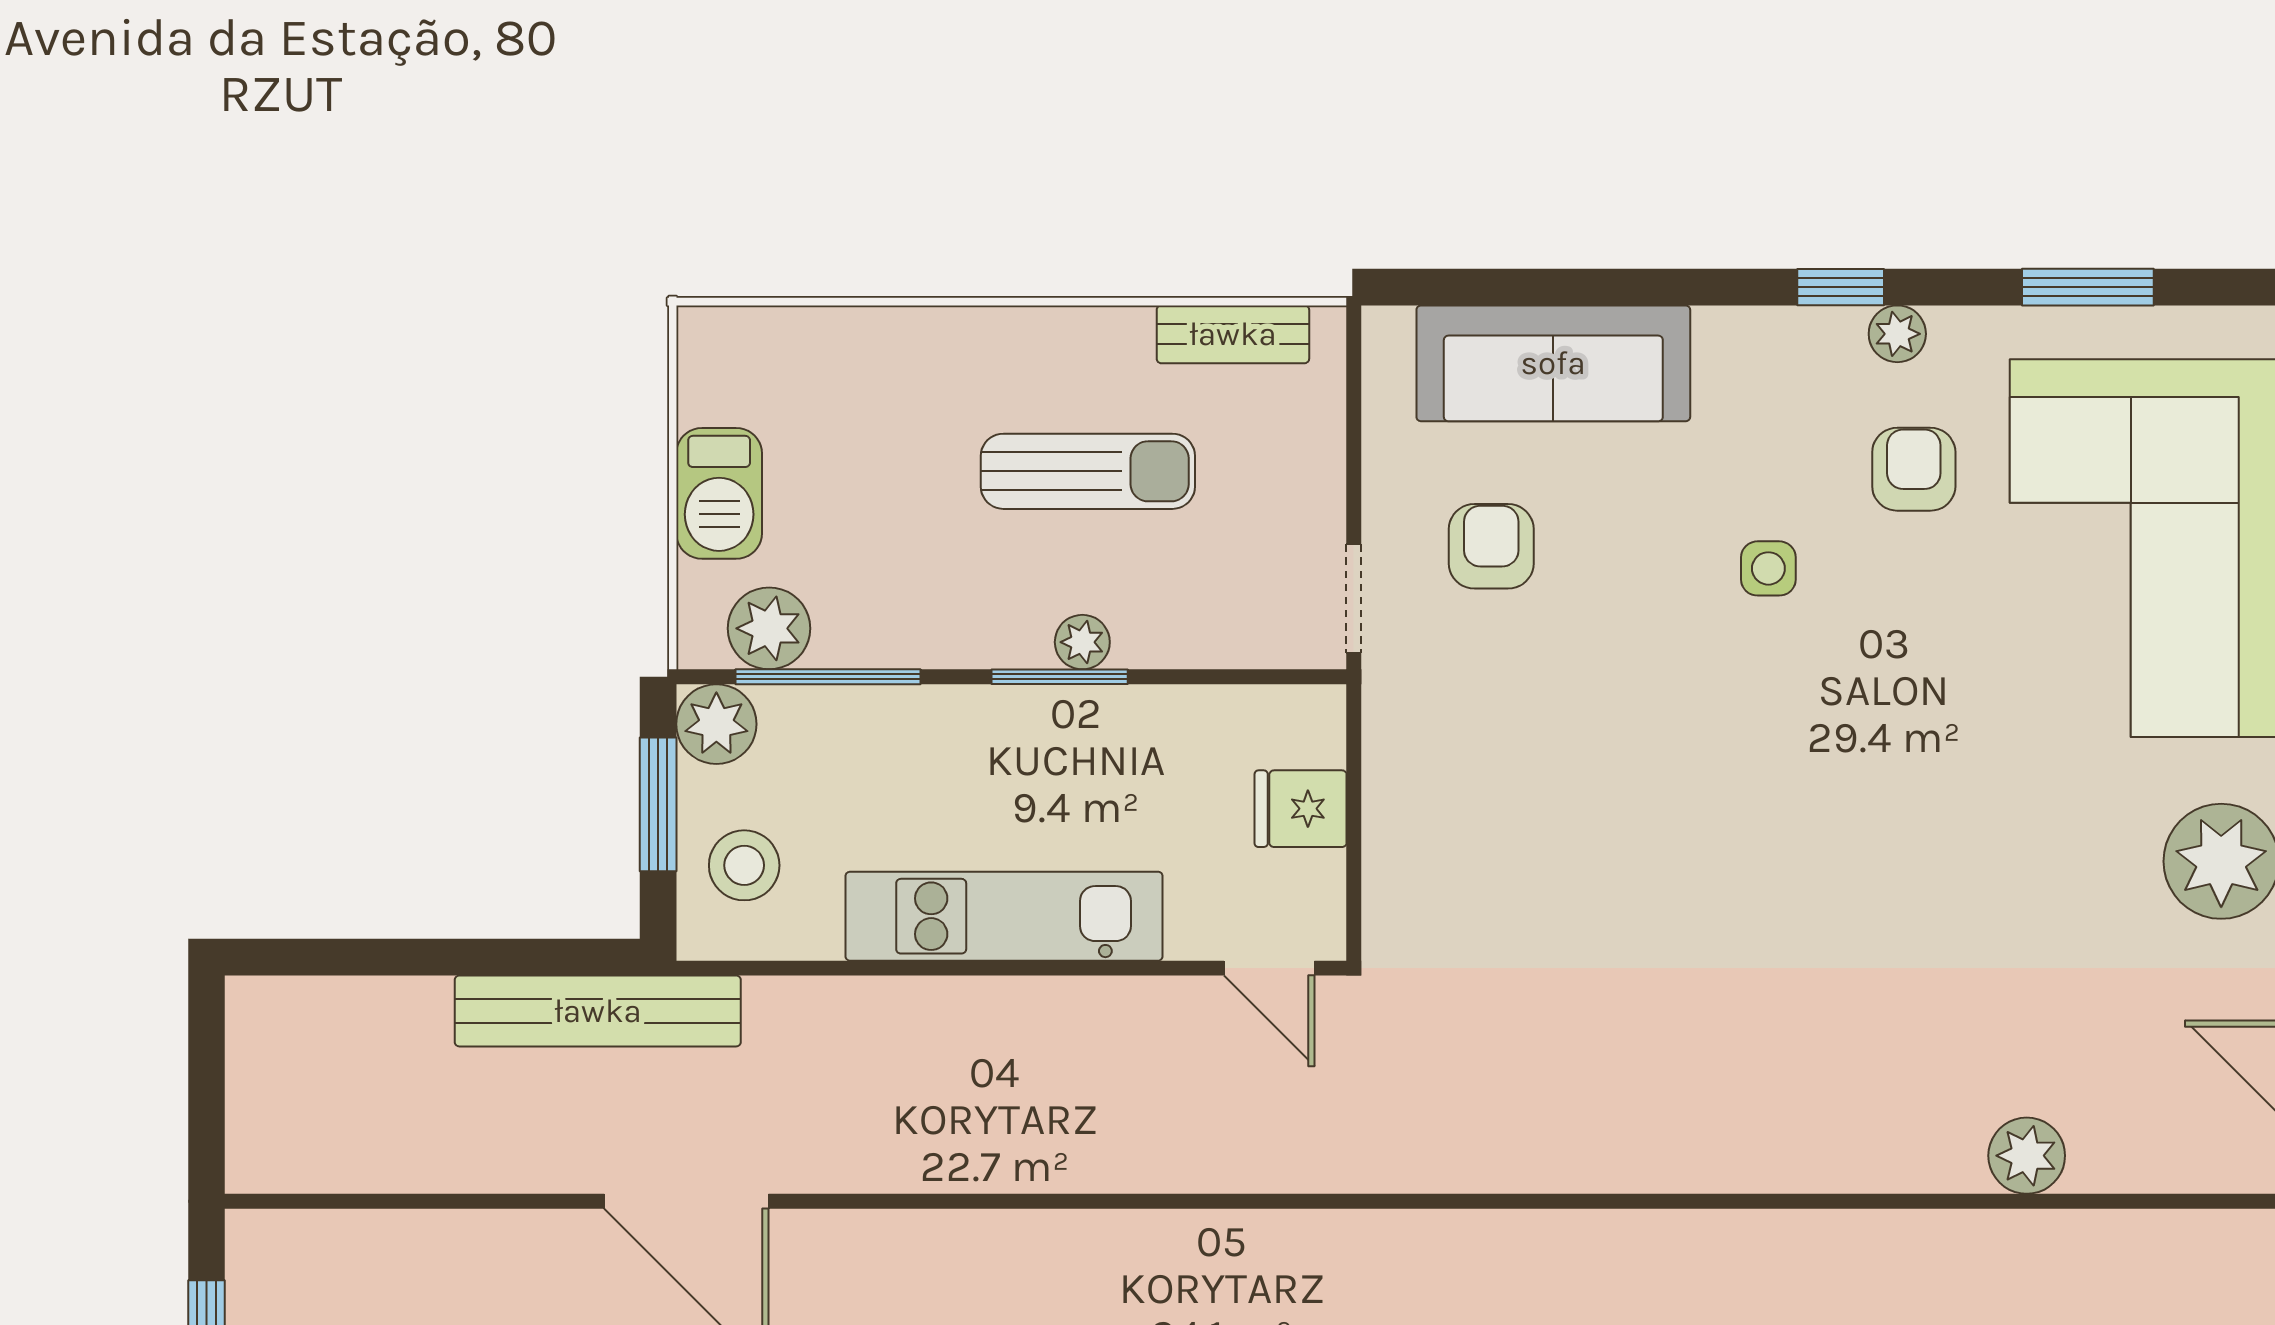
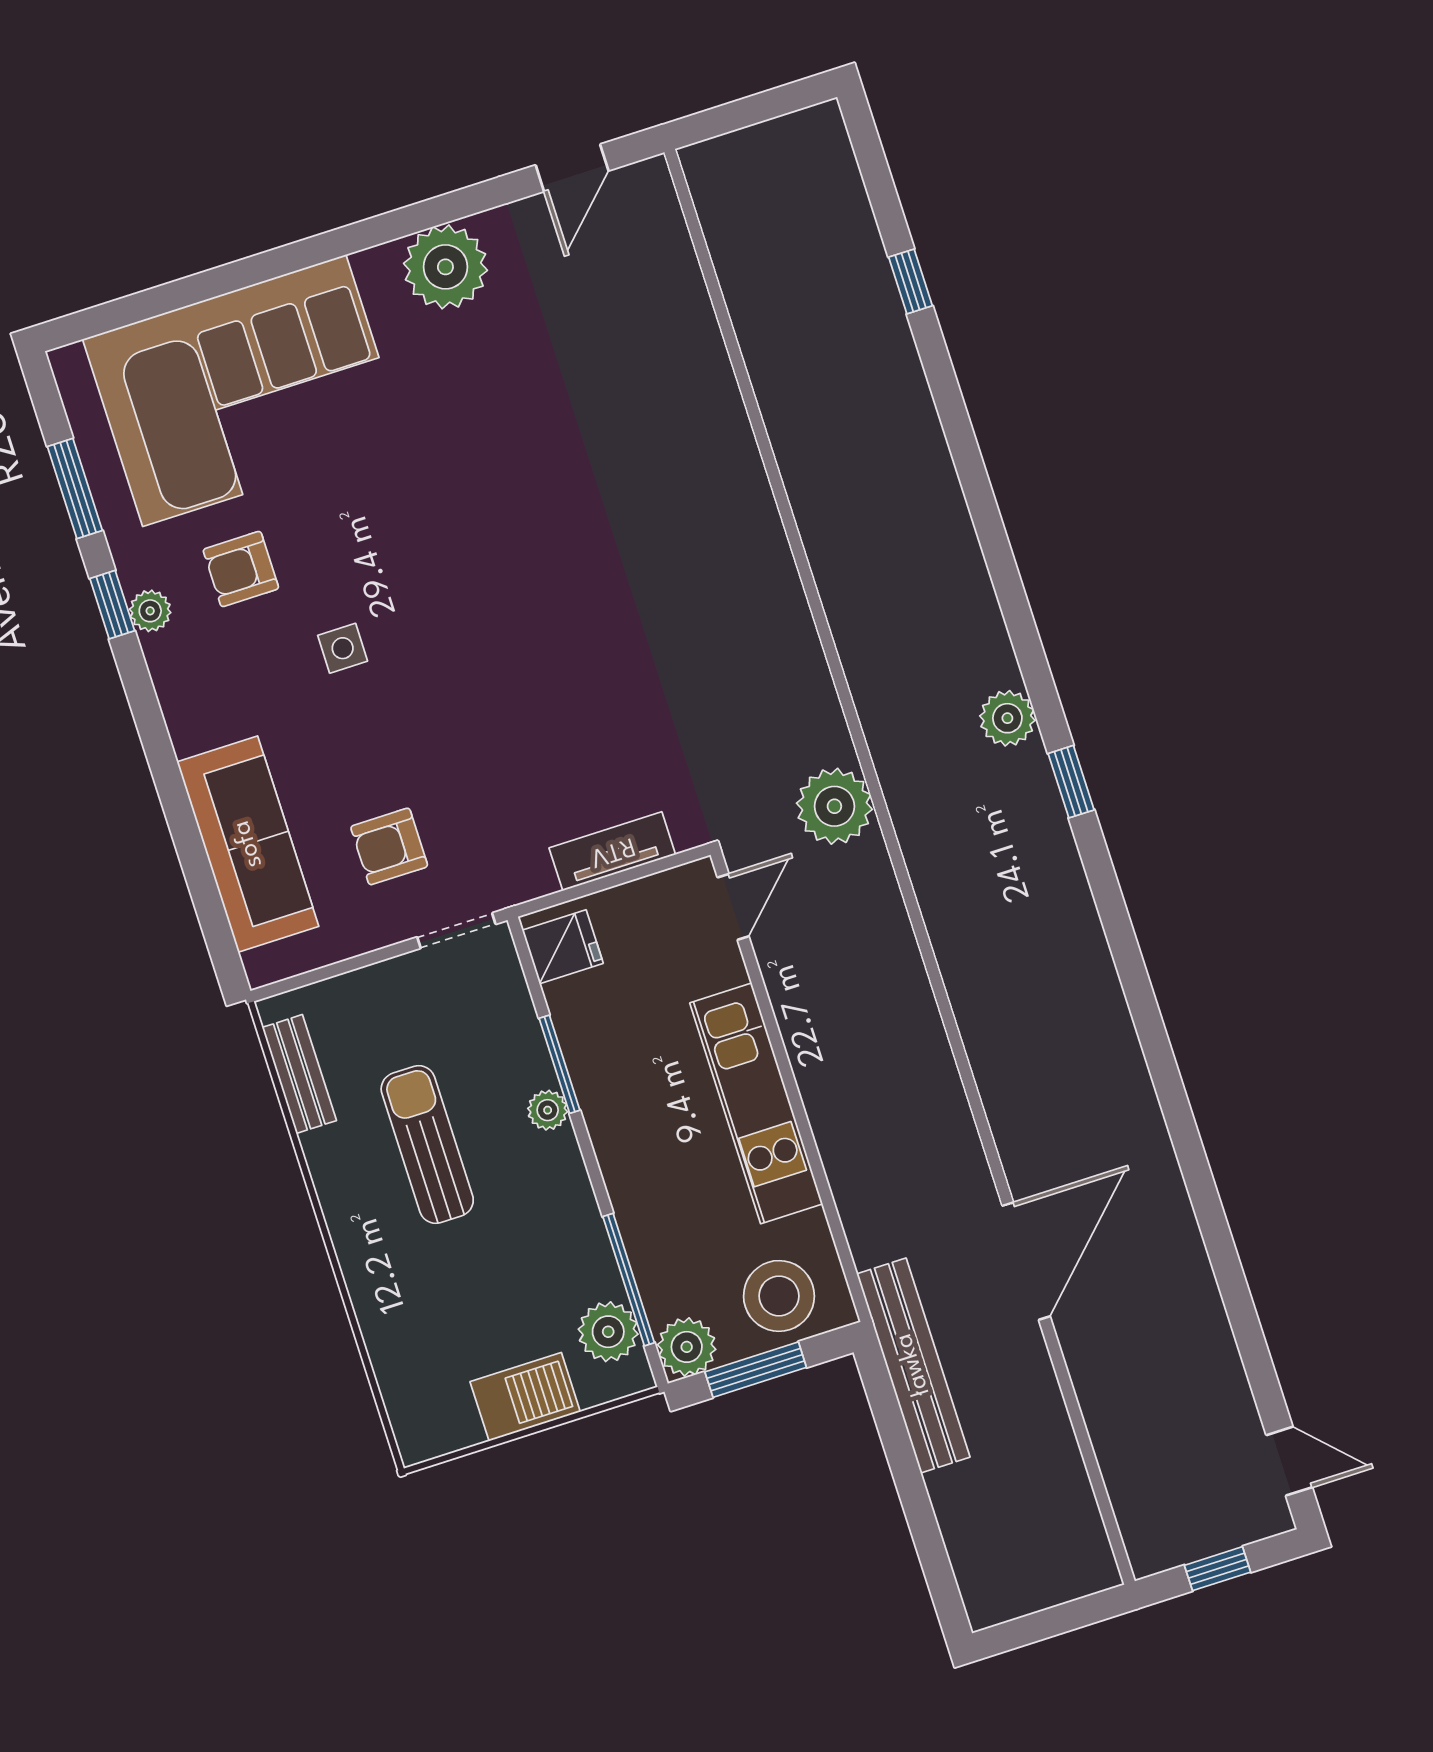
window: (1841, 287) -> (112, 605), moved
window: (1060, 677) -> (560, 1064), moved
fridge: (1301, 809) -> (563, 947), moved, turned -90
tv unit: (1392, 834) -> (612, 851), added
stool: (744, 865) -> (779, 1296), width x1.38, depth x1.38
plant: (2027, 1156) -> (834, 806), moved, width x1.36, depth x1.36

